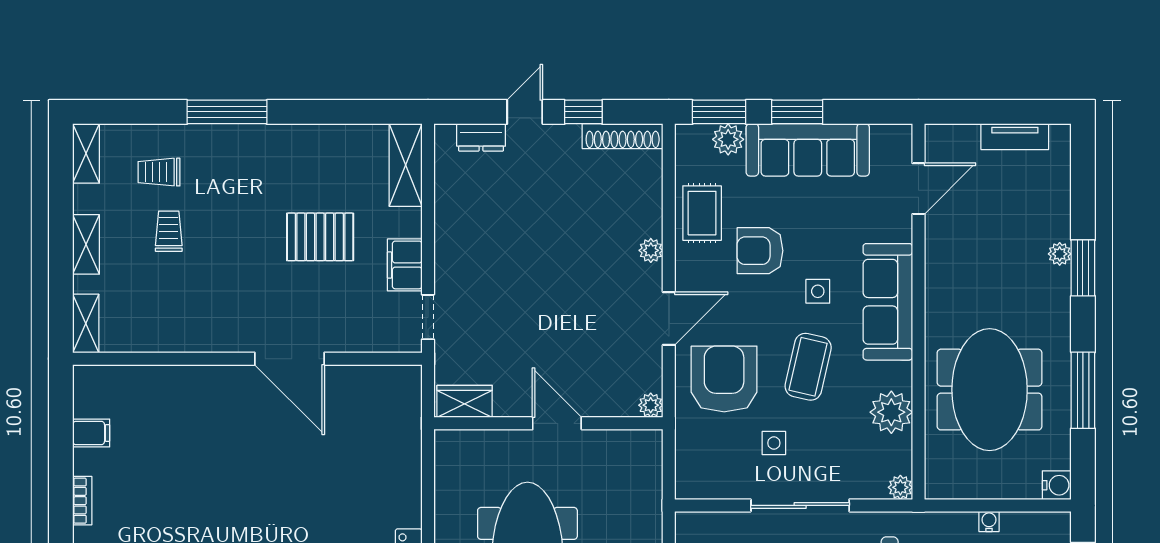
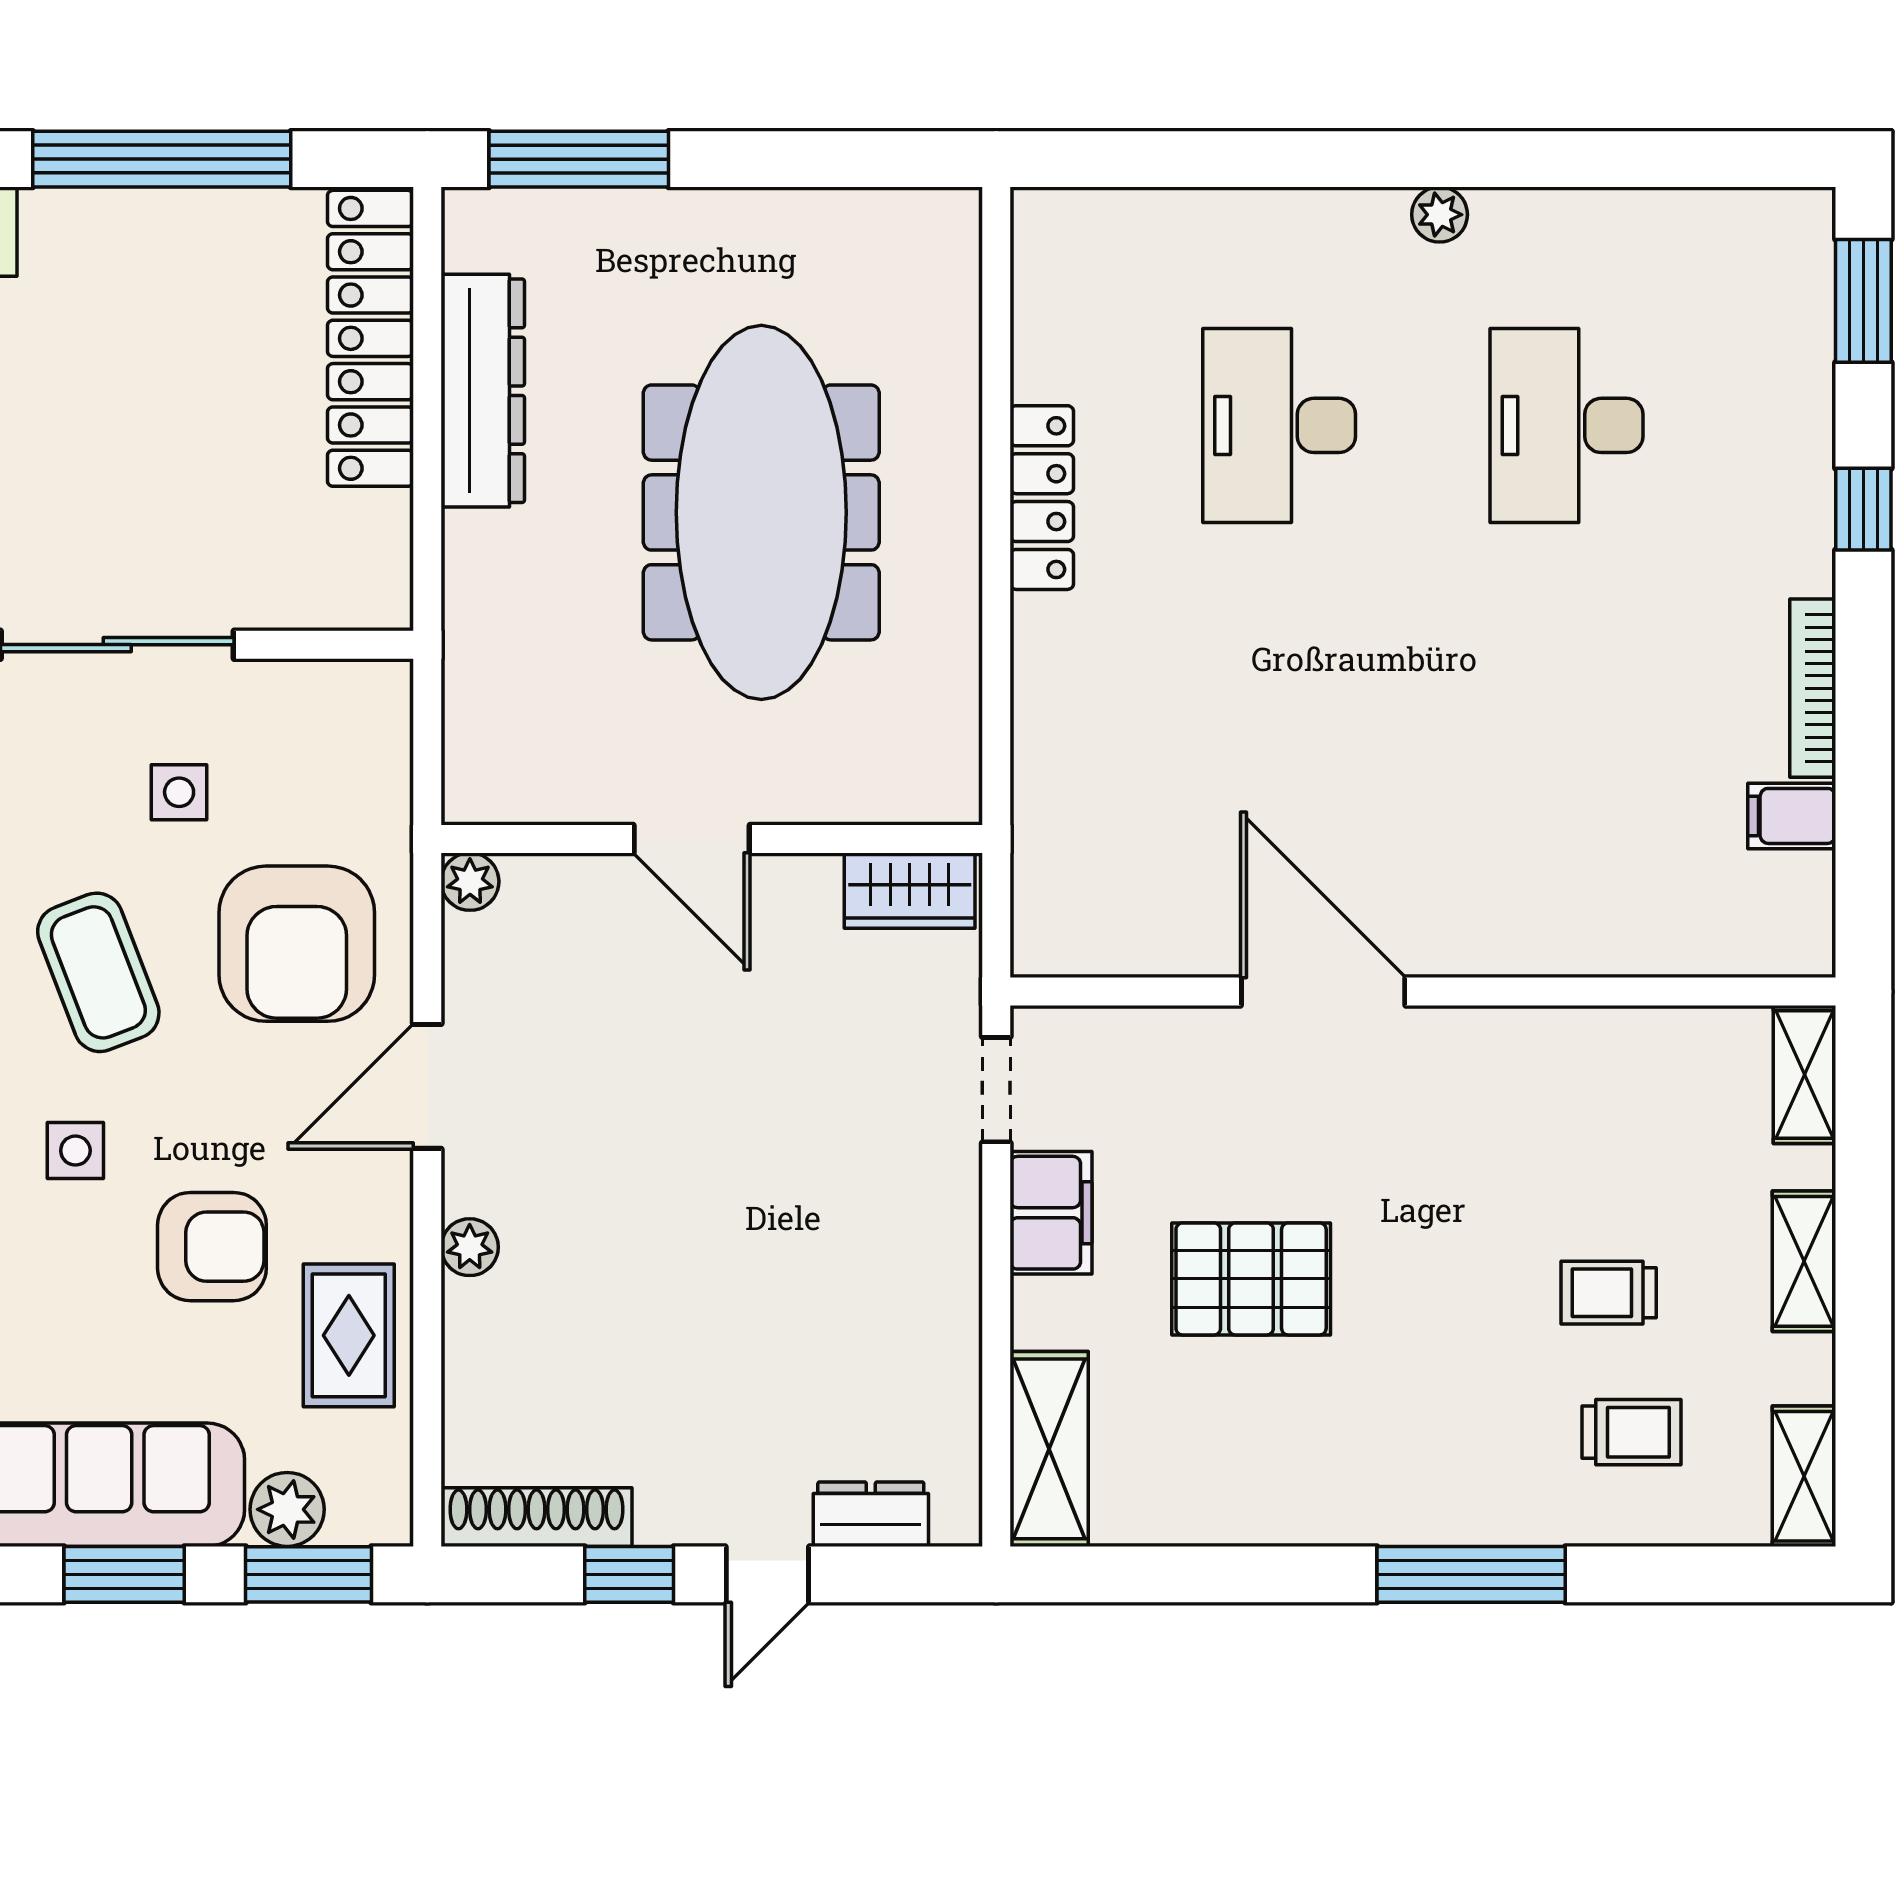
trolley: (169, 231) -> (1609, 1293), turned 90
coffee table: (808, 367) -> (98, 972), turned -34
bookcase: (82, 501) -> (1813, 688), width x1.56

